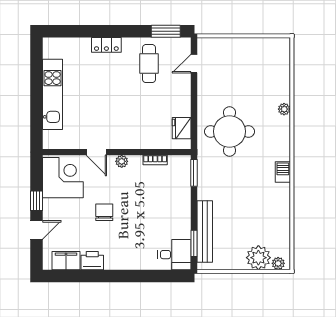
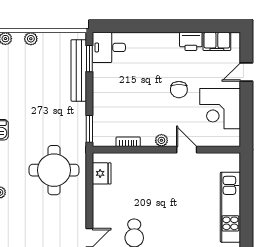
corner desk: (63, 178) -> (220, 109), moved
window: (36, 201) -> (246, 101), removed
plant: (258, 258) -> (31, 39), width x0.53, depth x0.53

